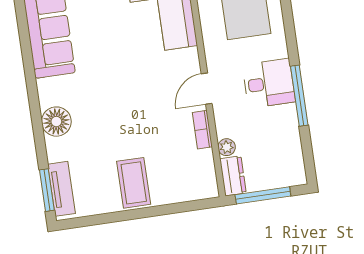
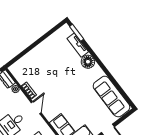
coffee table: (134, 183) -> (44, 55), removed
tv unit: (62, 189) -> (78, 45), moved

